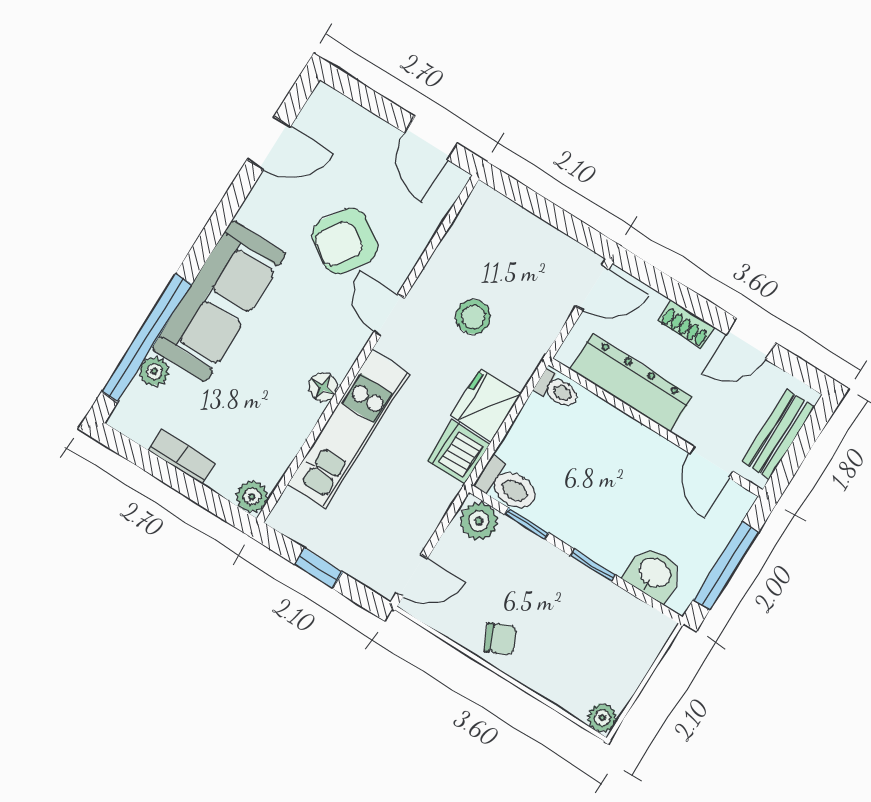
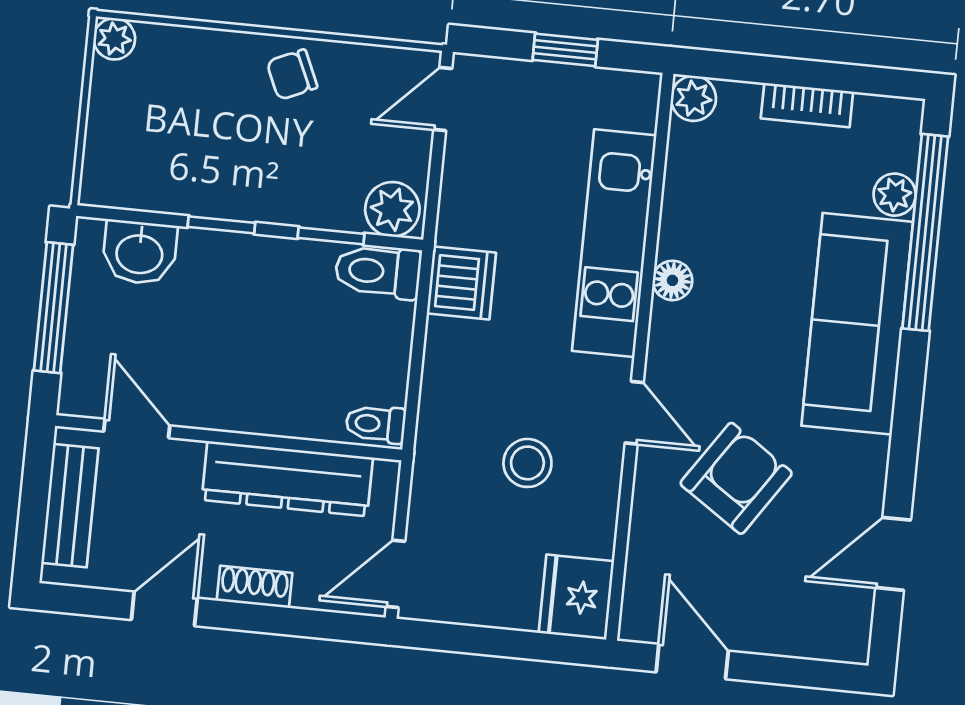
fridge: (486, 405) -> (576, 597), moved, turned 180

